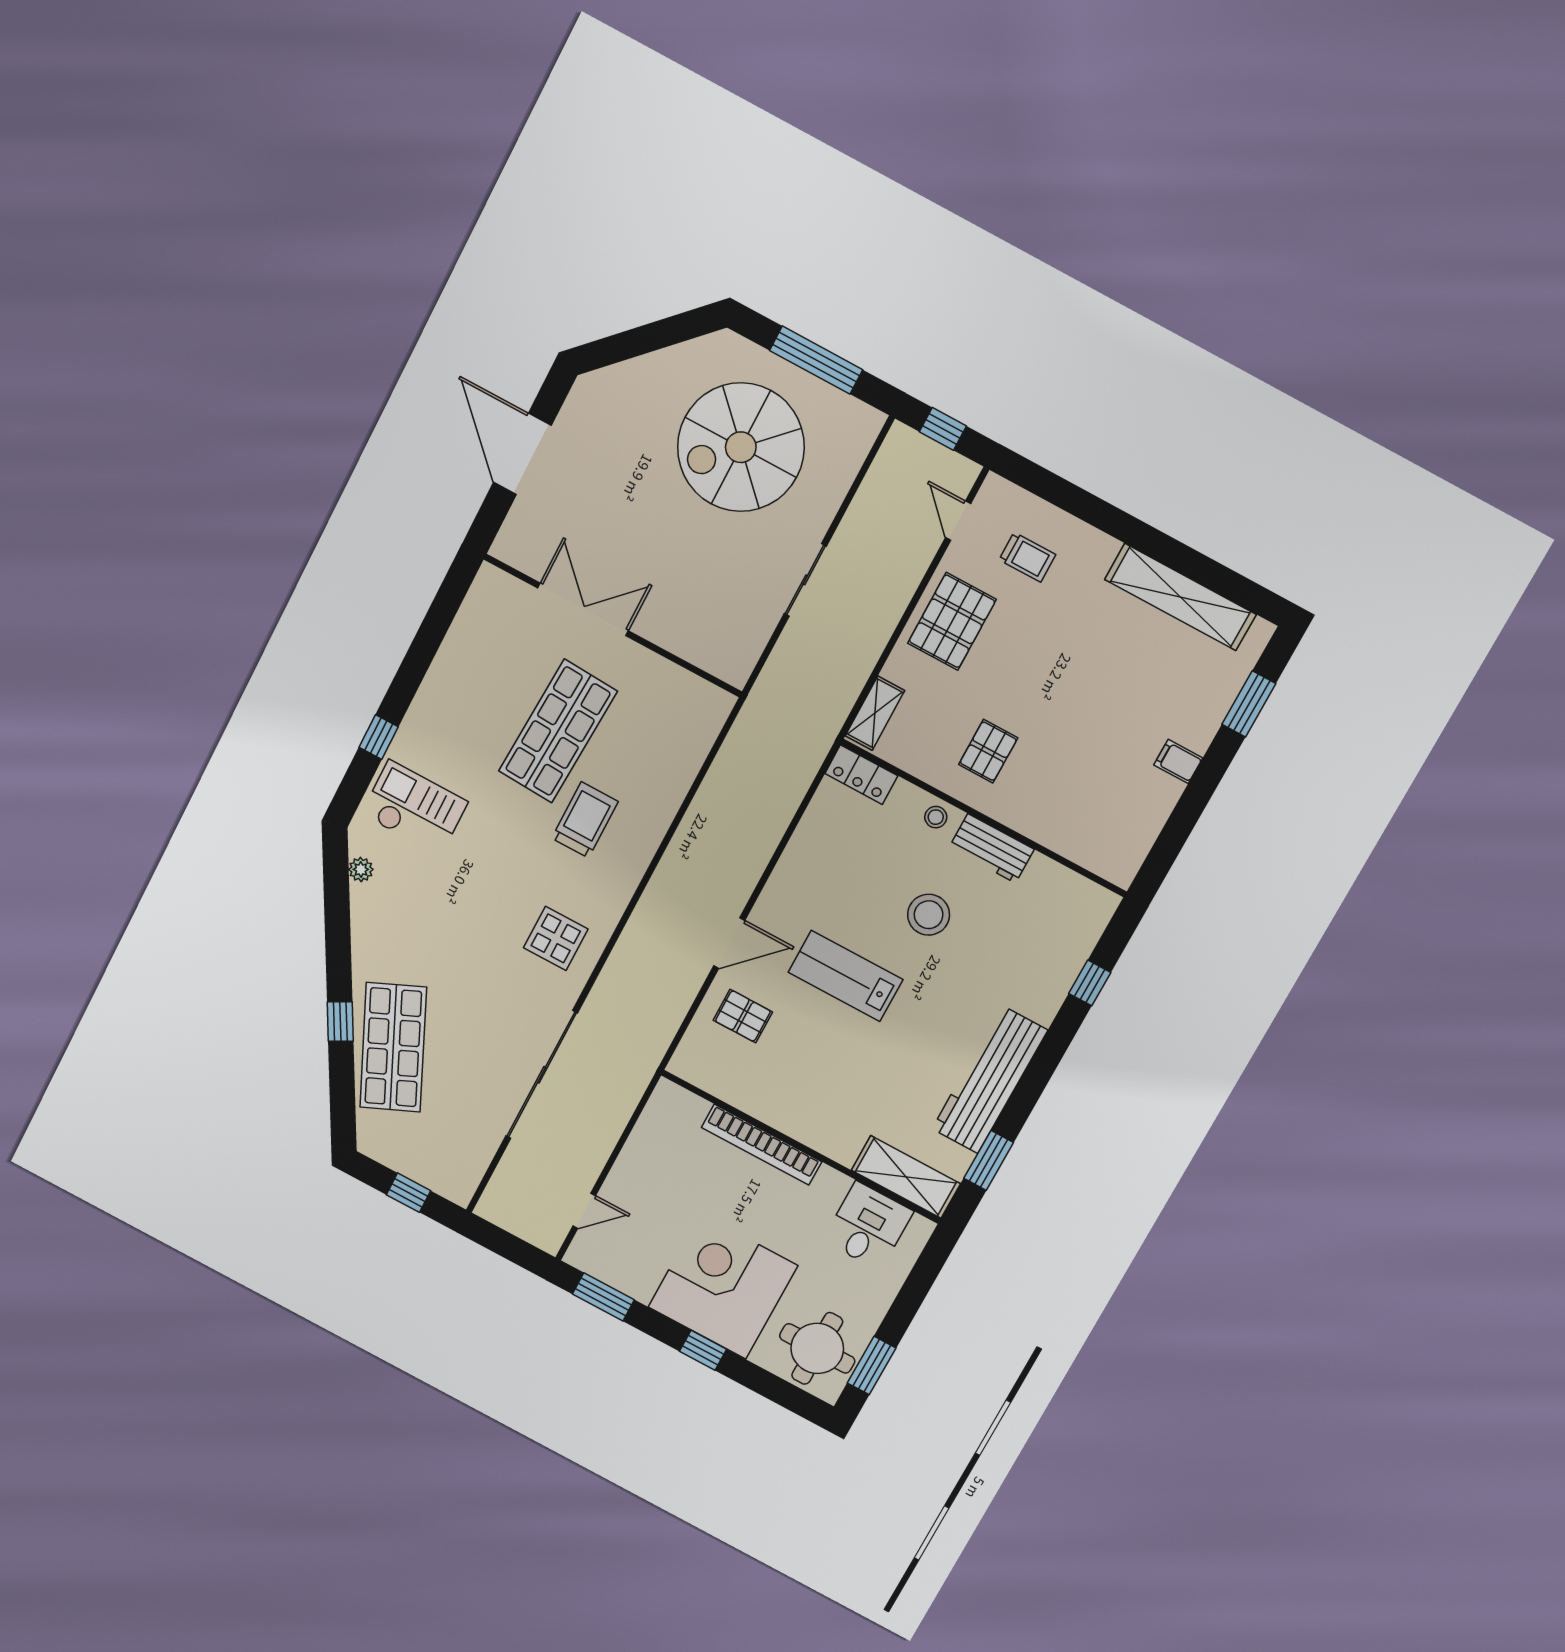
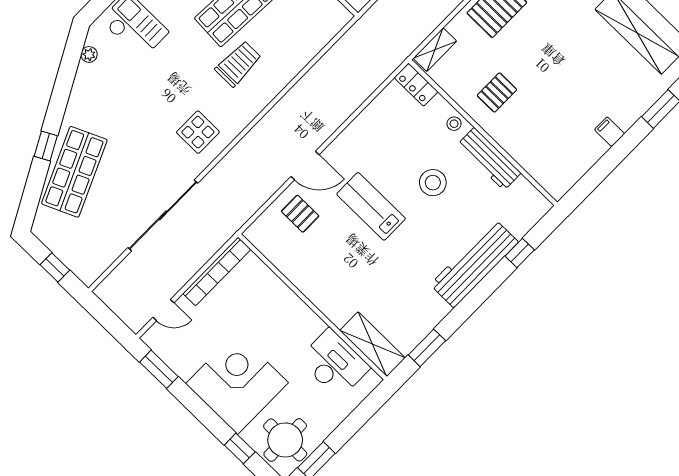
workbench: (992, 848) -> (489, 159), width x1.38
workbench: (990, 1080) -> (474, 263), moved
bookcase: (762, 1145) -> (217, 271), moved, turned -90
desk: (868, 1226) -> (334, 364), width x1.37
window: (703, 1350) -> (240, 448), moved

